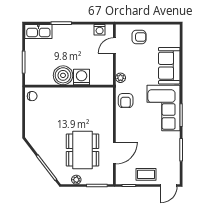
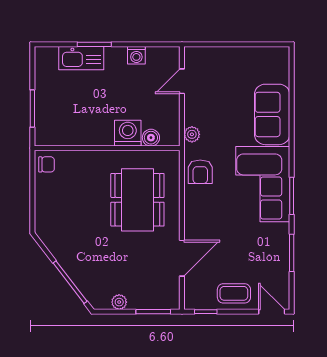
washing machine: (100, 30) -> (136, 55), moved
kitchen sink: (38, 32) -> (81, 58), moved
armchair: (139, 37) -> (222, 67), removed
boiler: (63, 75) -> (151, 138), moved, width x0.54, depth x0.54
dining table: (83, 150) -> (137, 200), moved
door: (169, 186) -> (272, 312), swing flipped

